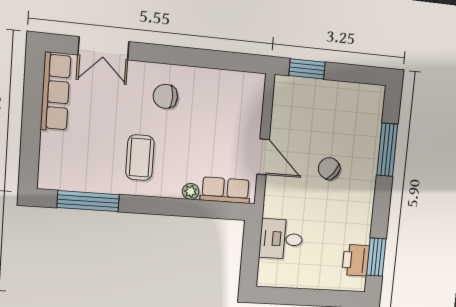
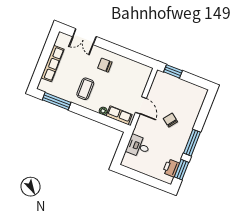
row of seats: (56, 92) -> (52, 63), moved
window: (387, 150) -> (192, 143), moved

